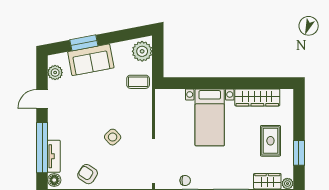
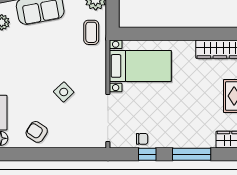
coffee table: (138, 82) -> (91, 32), turned 90
bed with nightstands: (210, 117) -> (140, 66), moved, turned -90

